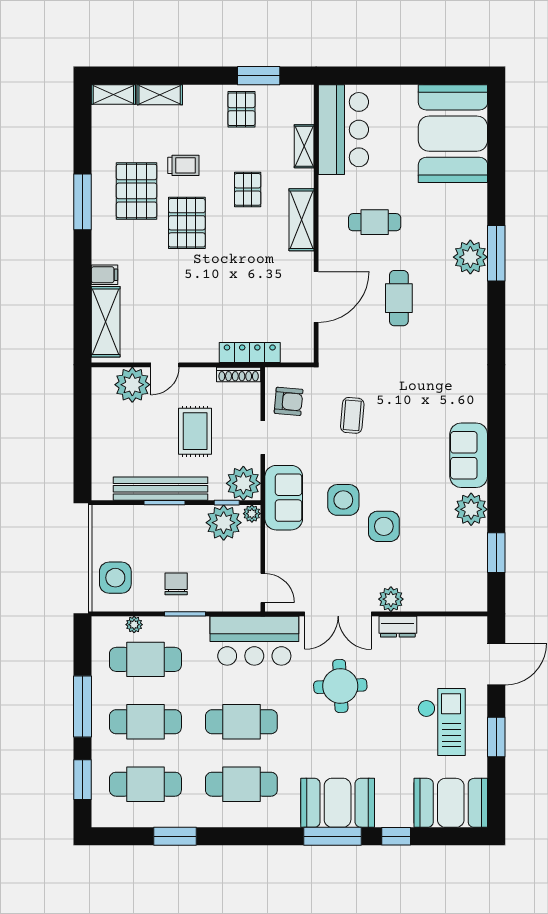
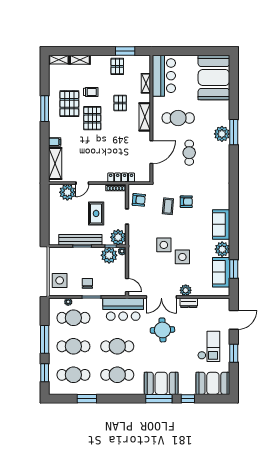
cafe table: (375, 222) -> (178, 118), width x1.37, depth x1.35
armchair: (393, 405) -> (186, 202), added
sofa: (284, 498) -> (221, 272), moved, turned 180

